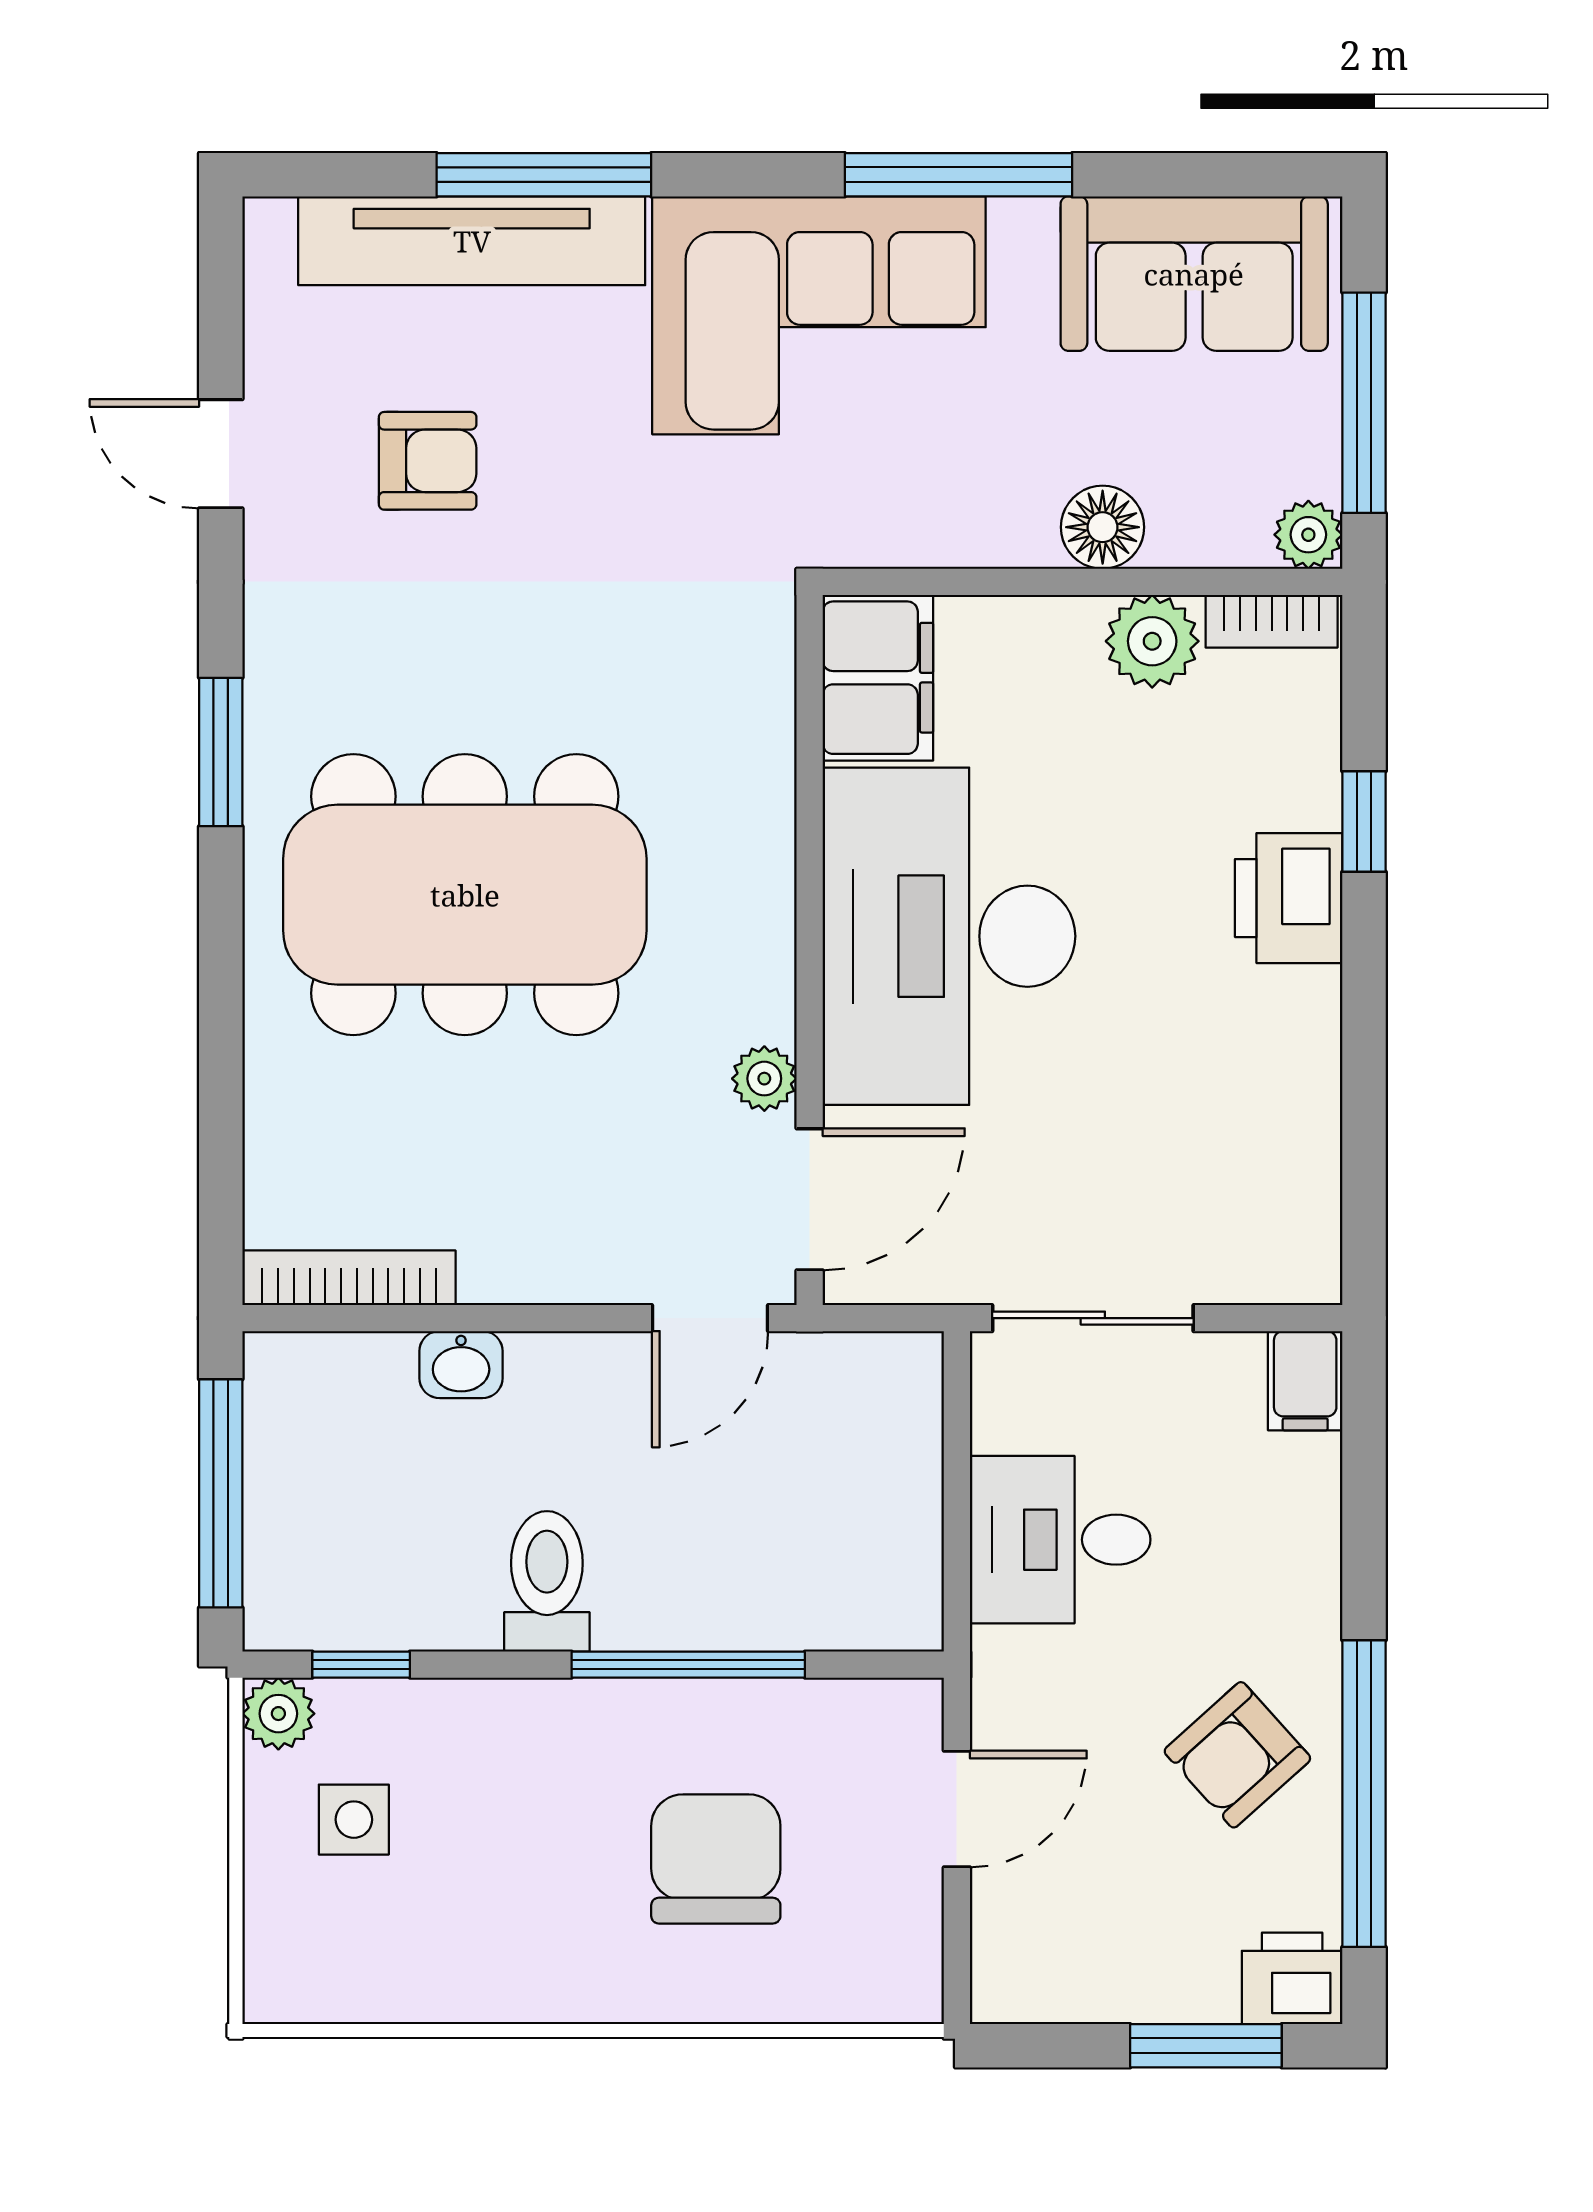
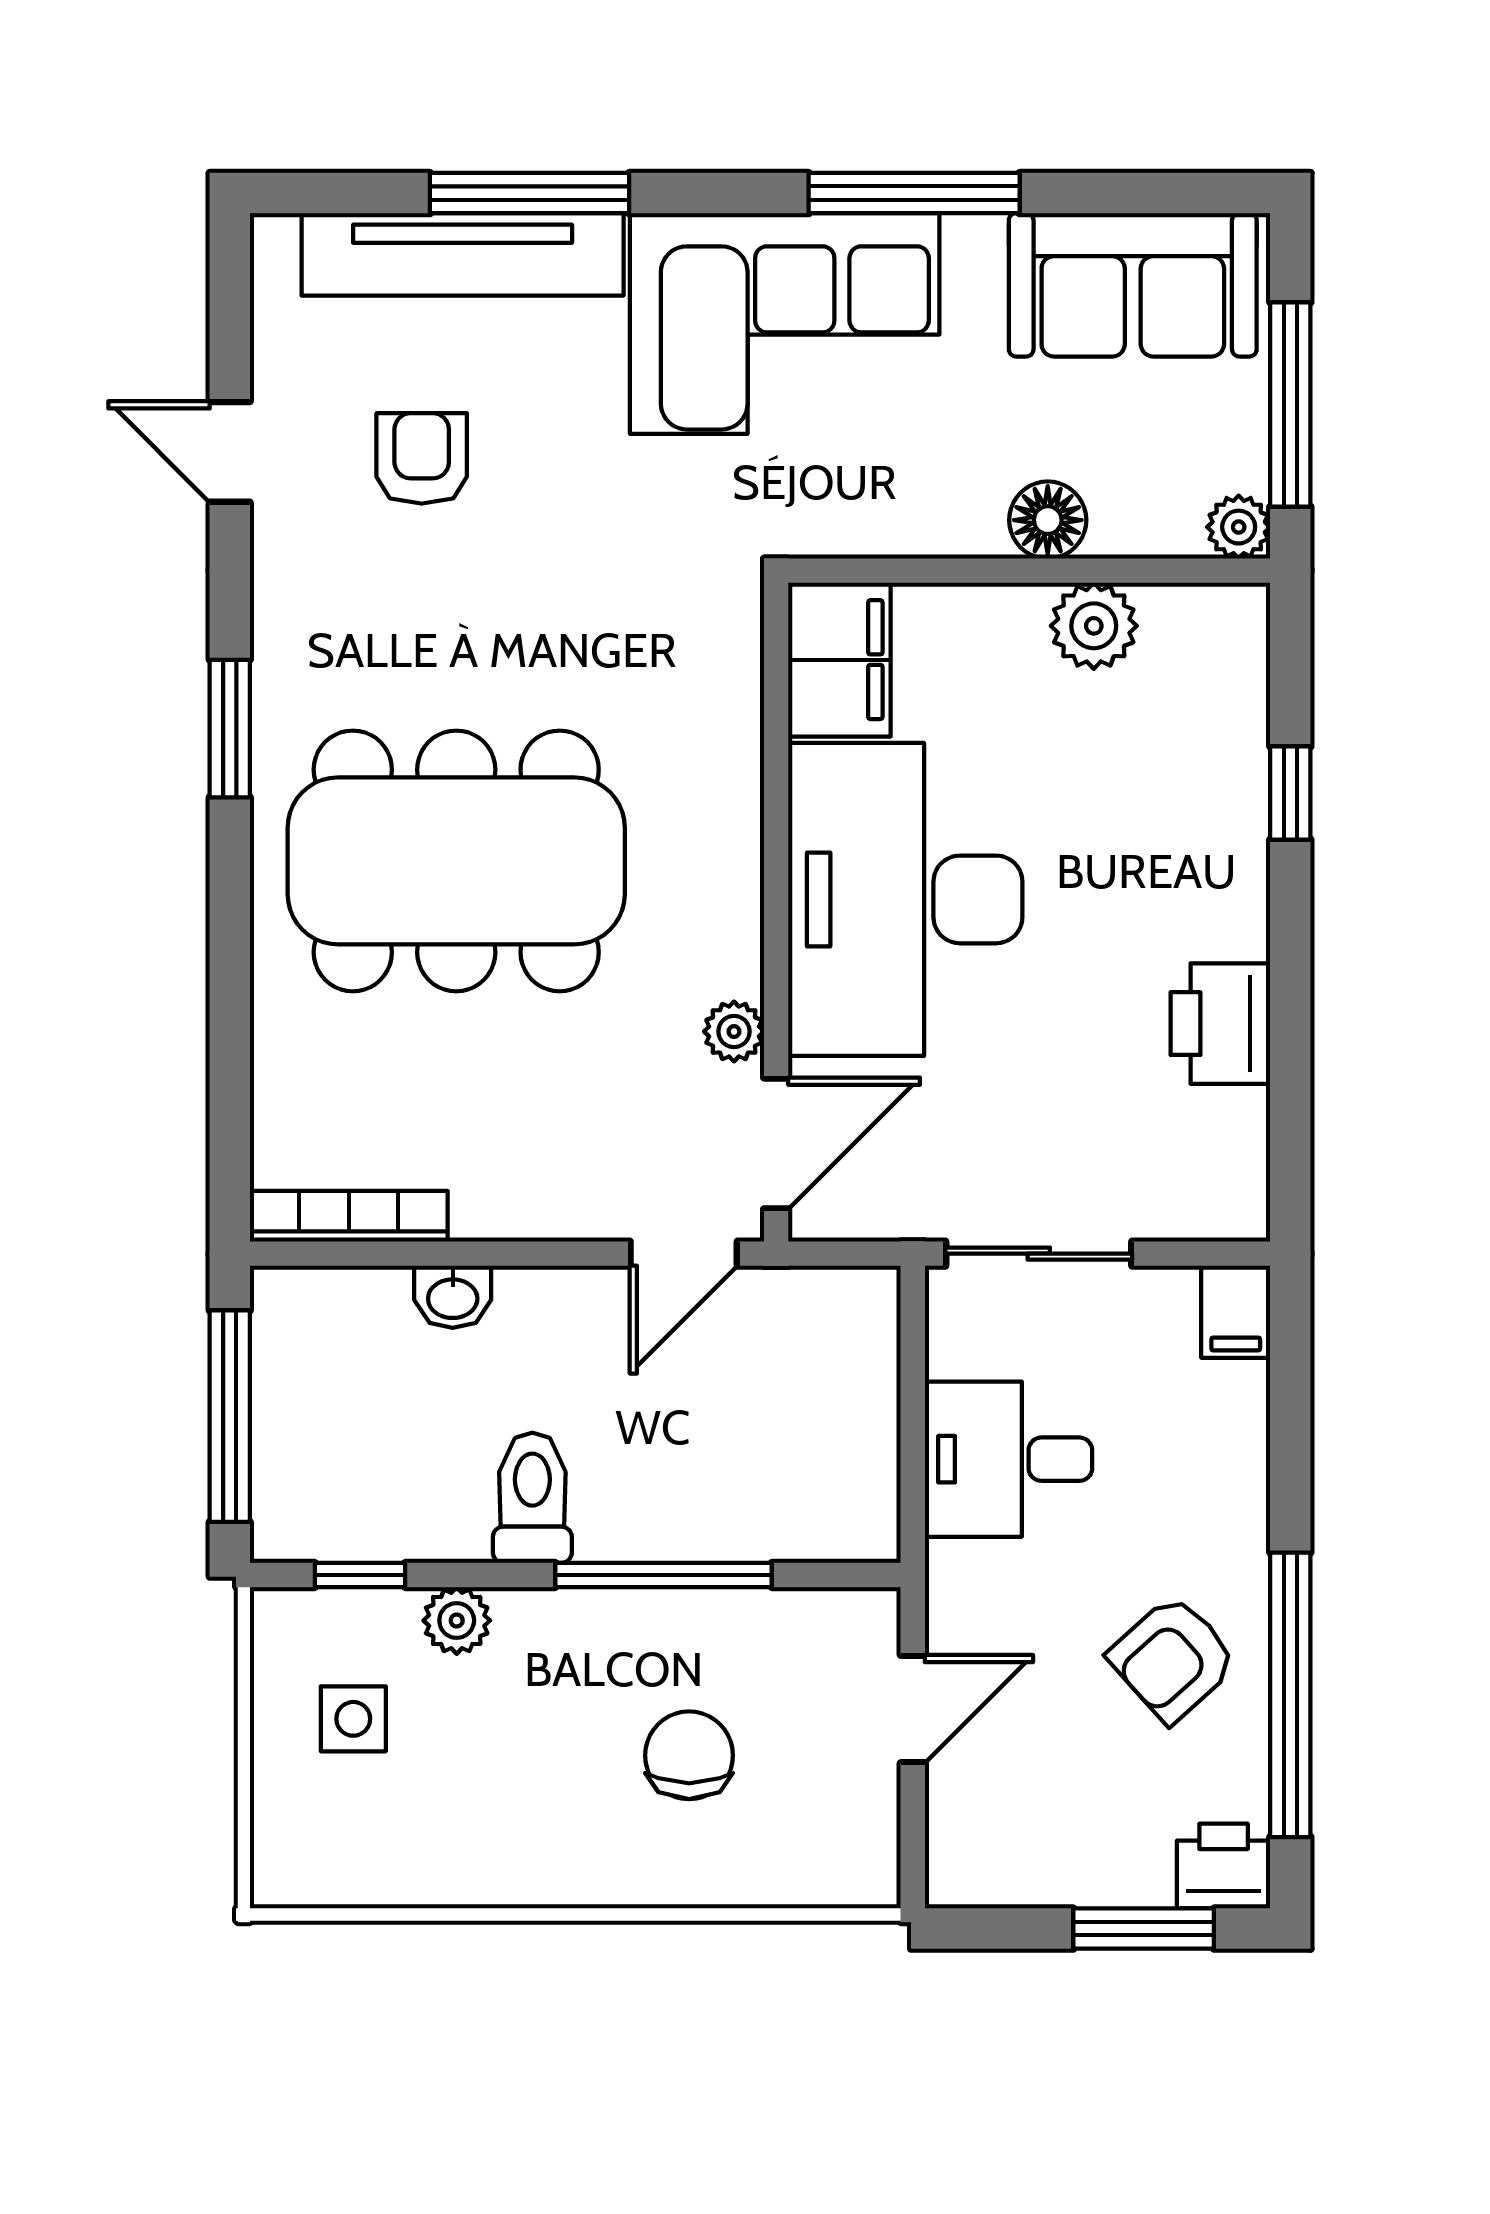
armchair: (428, 461) -> (422, 458), turned -90
bookcase: (1272, 621) -> (1205, 607), removed
printer: (1289, 898) -> (1220, 1024), moved
plant: (278, 1714) -> (457, 1620), moved
chair: (716, 1859) -> (689, 1755), width x0.73, depth x0.73

